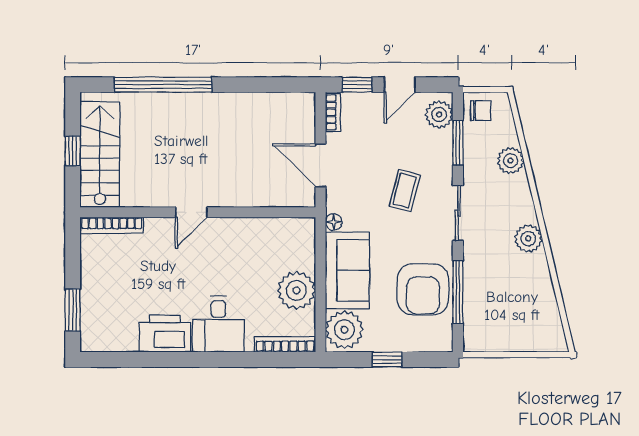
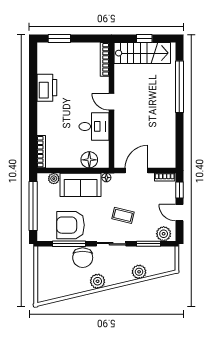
chair: (481, 111) -> (83, 258), moved, width x1.87, depth x1.87
floor lamp: (300, 254) -> (89, 160), added
plant: (296, 290) -> (70, 158), removed
desk: (218, 324) -> (94, 126), moved, turned 180
plant: (344, 330) -> (54, 179), width x0.53, depth x0.53
window: (387, 359) -> (33, 206), width x3.17

